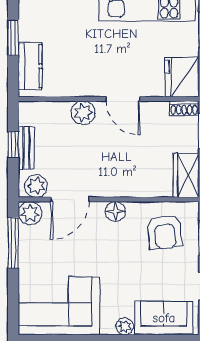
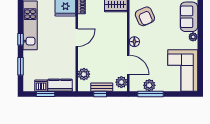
dishwasher: (29, 29) -> (41, 86), added
plant: (83, 113) -> (84, 74), moved
plant: (30, 213) -> (149, 85), moved
armchair: (165, 232) -> (145, 16), turned 73

